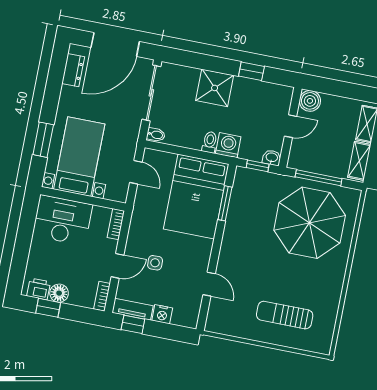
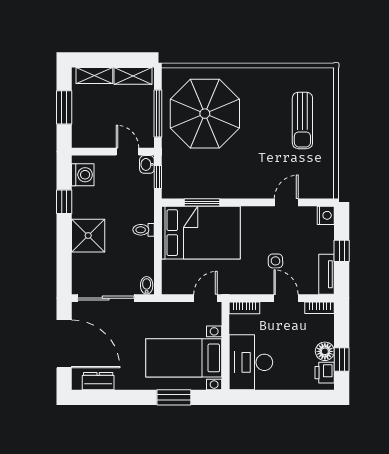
window: (342, 89) -> (64, 107), added
boiler: (310, 101) -> (82, 137), removed
door: (291, 126) -> (128, 152), moved
washing machine: (228, 145) -> (83, 175), moved, turned 180
door: (136, 172) -> (206, 298), moved
nightstand: (162, 314) -> (326, 215), moved
window: (133, 324) -> (342, 251), moved

